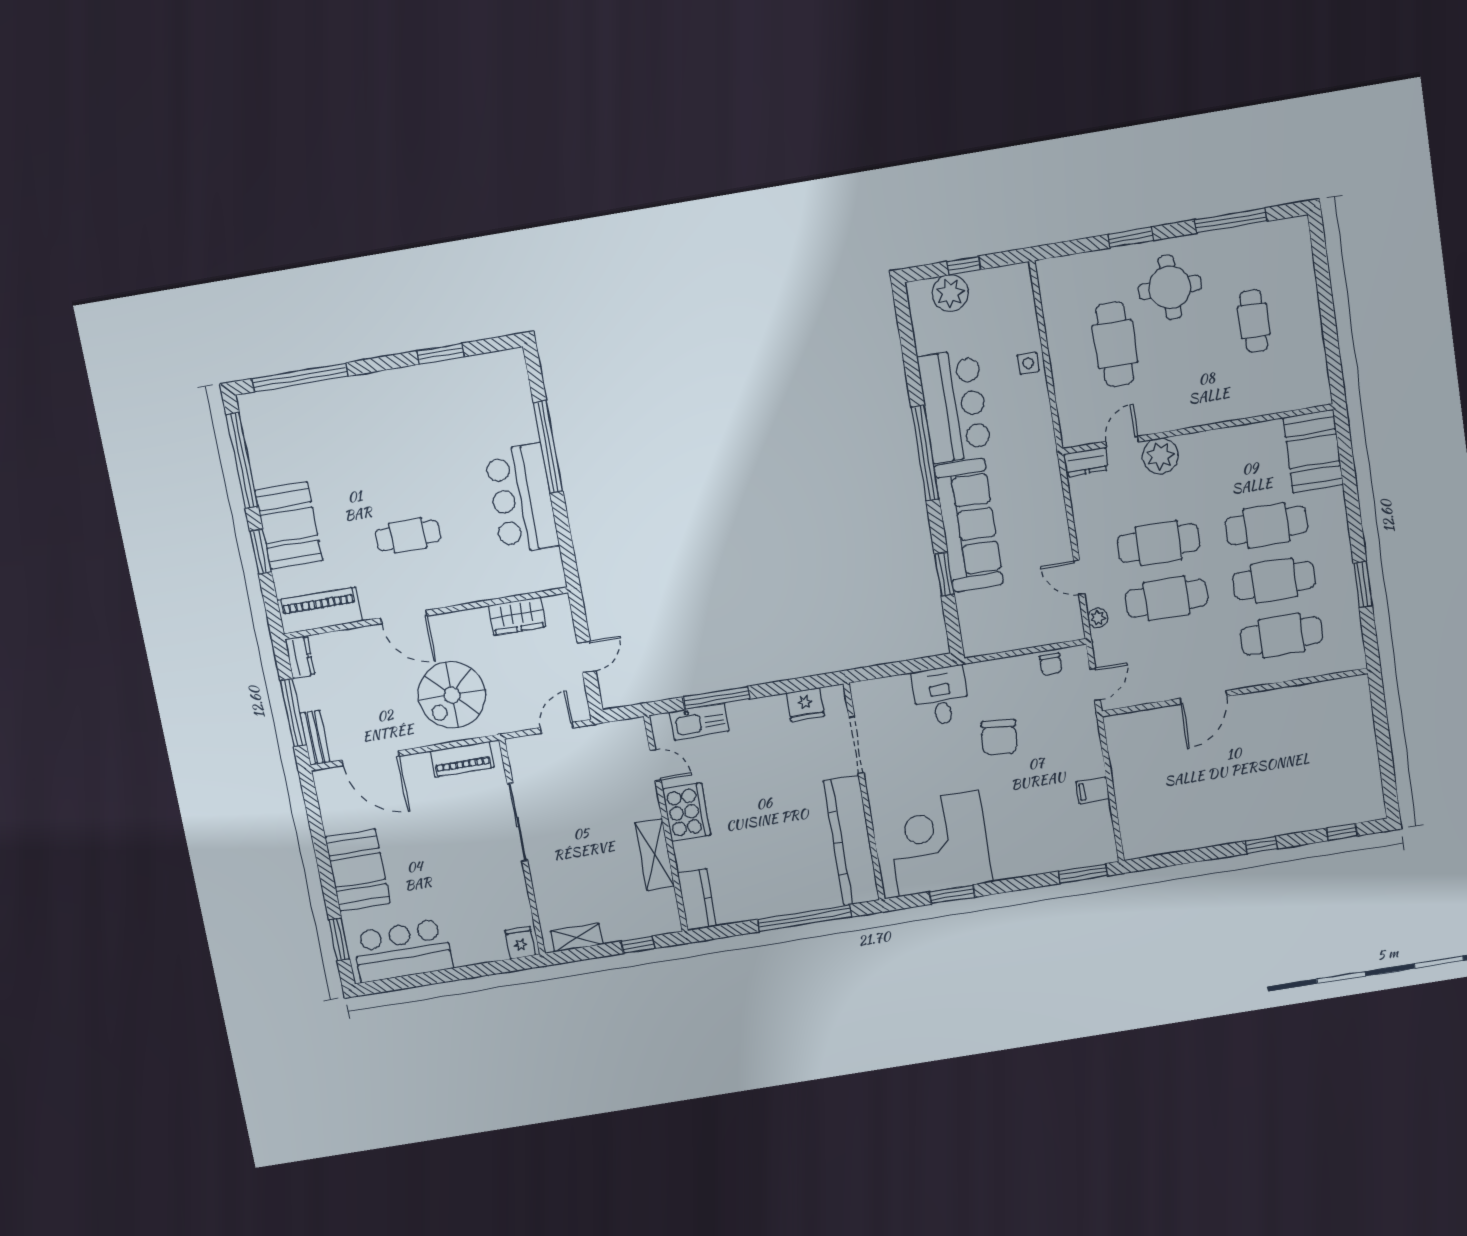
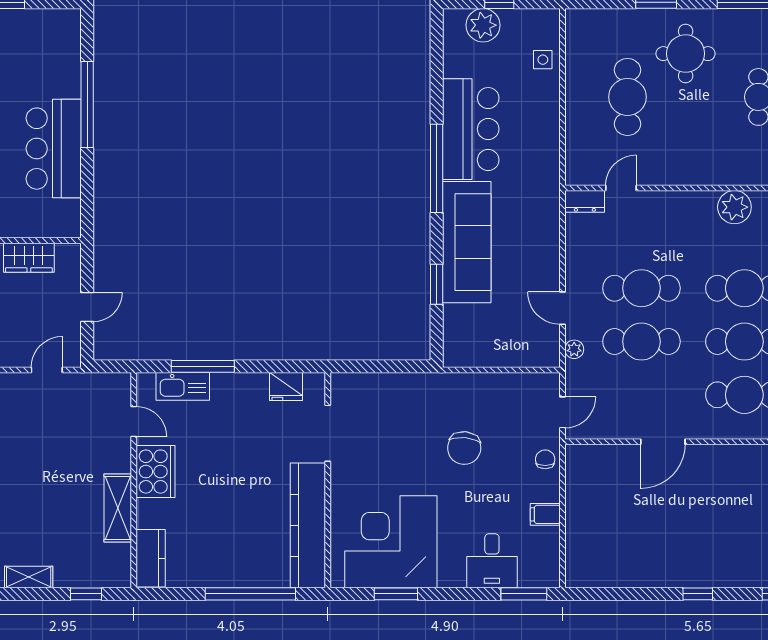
side table: (1028, 363) -> (543, 60), moved
plant: (1160, 456) -> (734, 207), moved
chair: (1051, 664) -> (545, 459), moved, turned 180
desk: (941, 696) -> (492, 561), moved, turned 180

